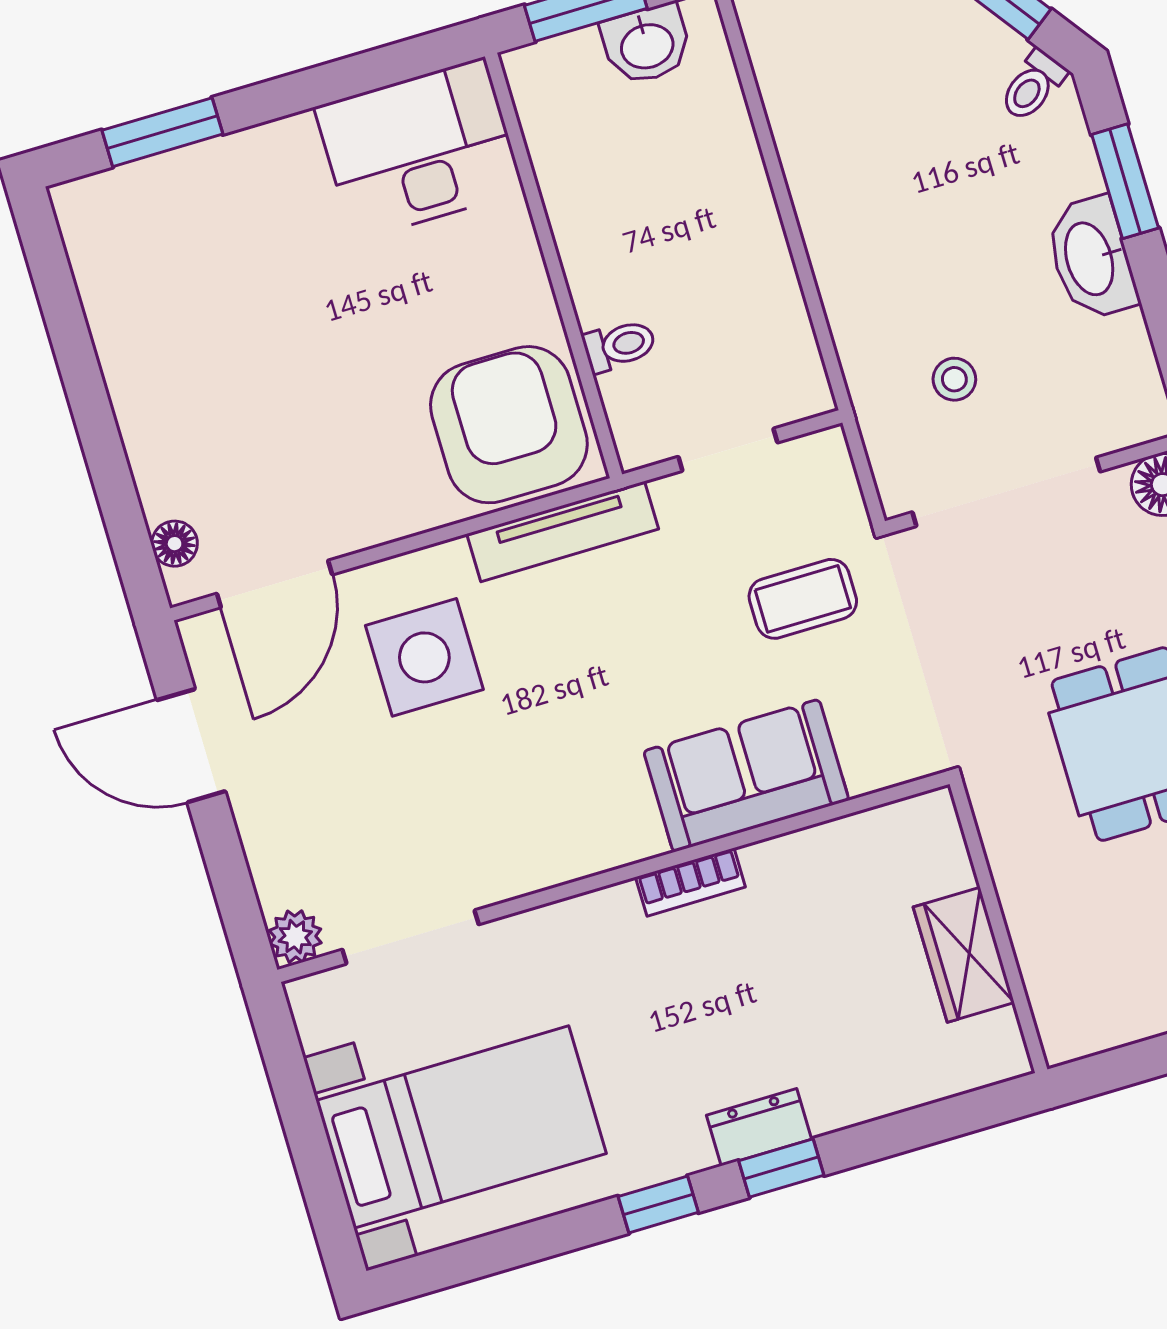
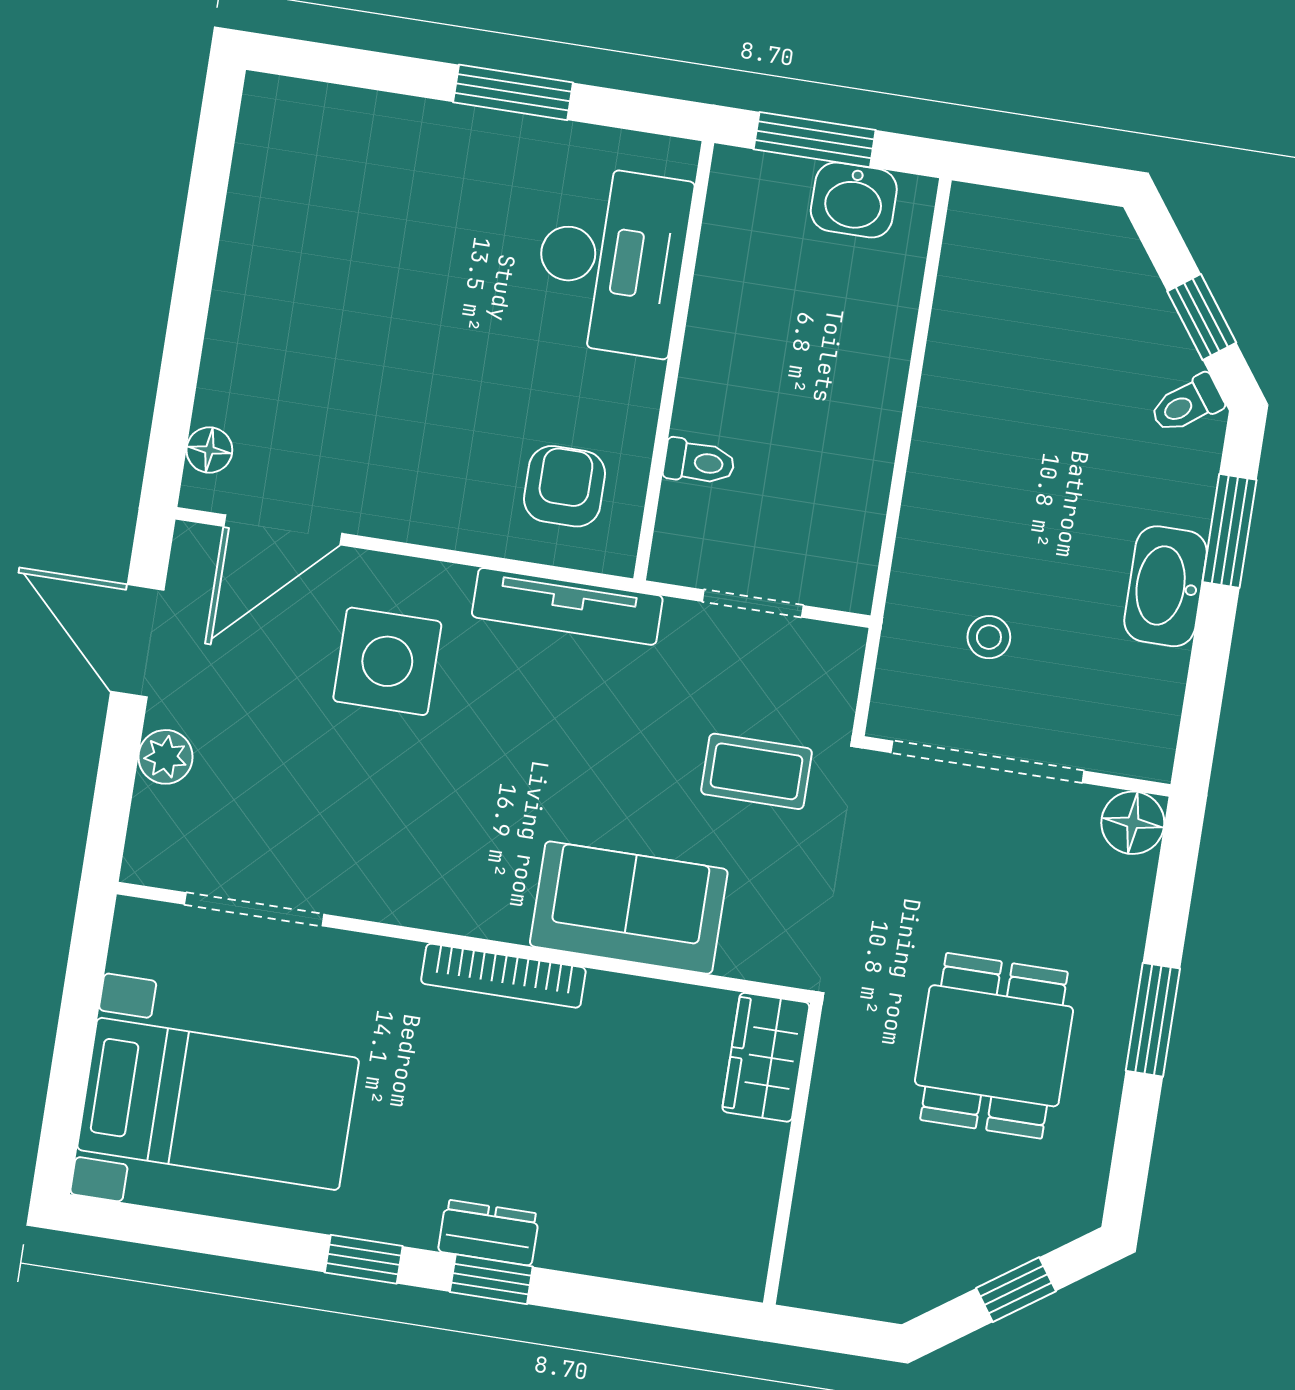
window: (162, 132) -> (513, 92), moved
desk: (419, 149) -> (612, 260), moved, turned 90
armchair: (509, 425) -> (565, 486), width x0.53, depth x0.53
bookcase: (690, 882) -> (503, 976), width x1.56
plant: (295, 937) -> (166, 757), moved
wardrobe: (964, 955) -> (766, 1057), moved

